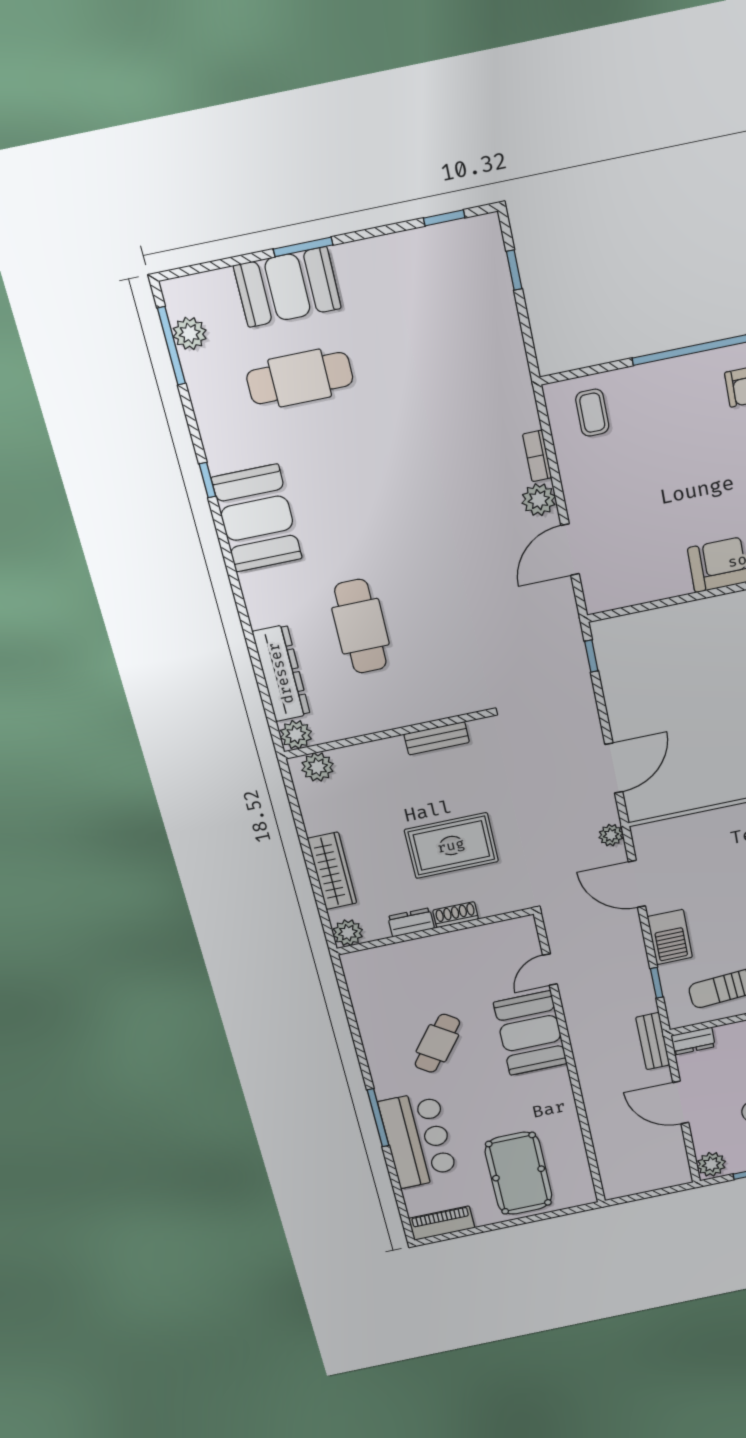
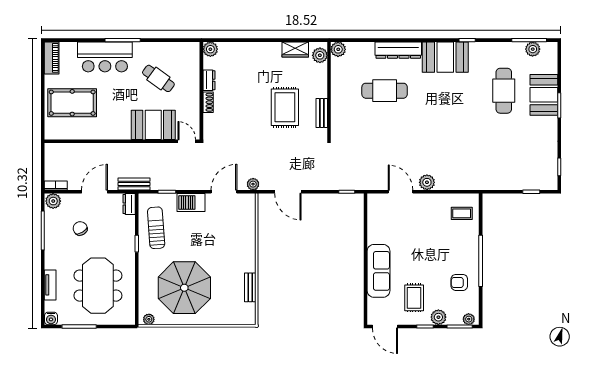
bookcase: (537, 456) -> (56, 186), moved
dresser: (281, 673) -> (398, 50), moved
rug: (451, 846) -> (285, 107), moved
wardrobe: (332, 871) -> (295, 49), moved, width x0.67
shoe rack: (456, 915) -> (208, 102), moved
dresser: (411, 922) -> (209, 80), moved
wall: (435, 931) -> (201, 91), moved
plant: (348, 933) -> (210, 49), moved

